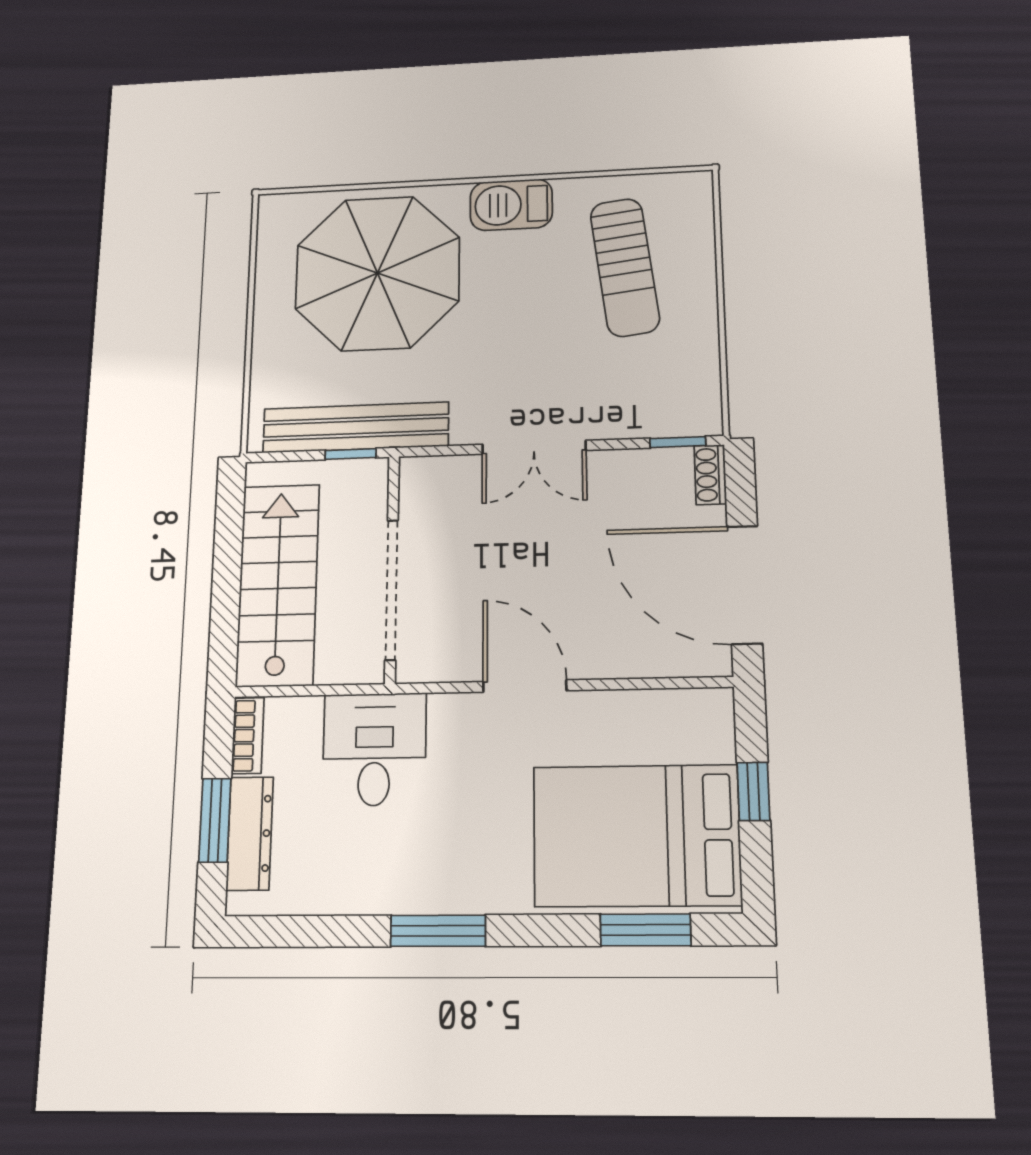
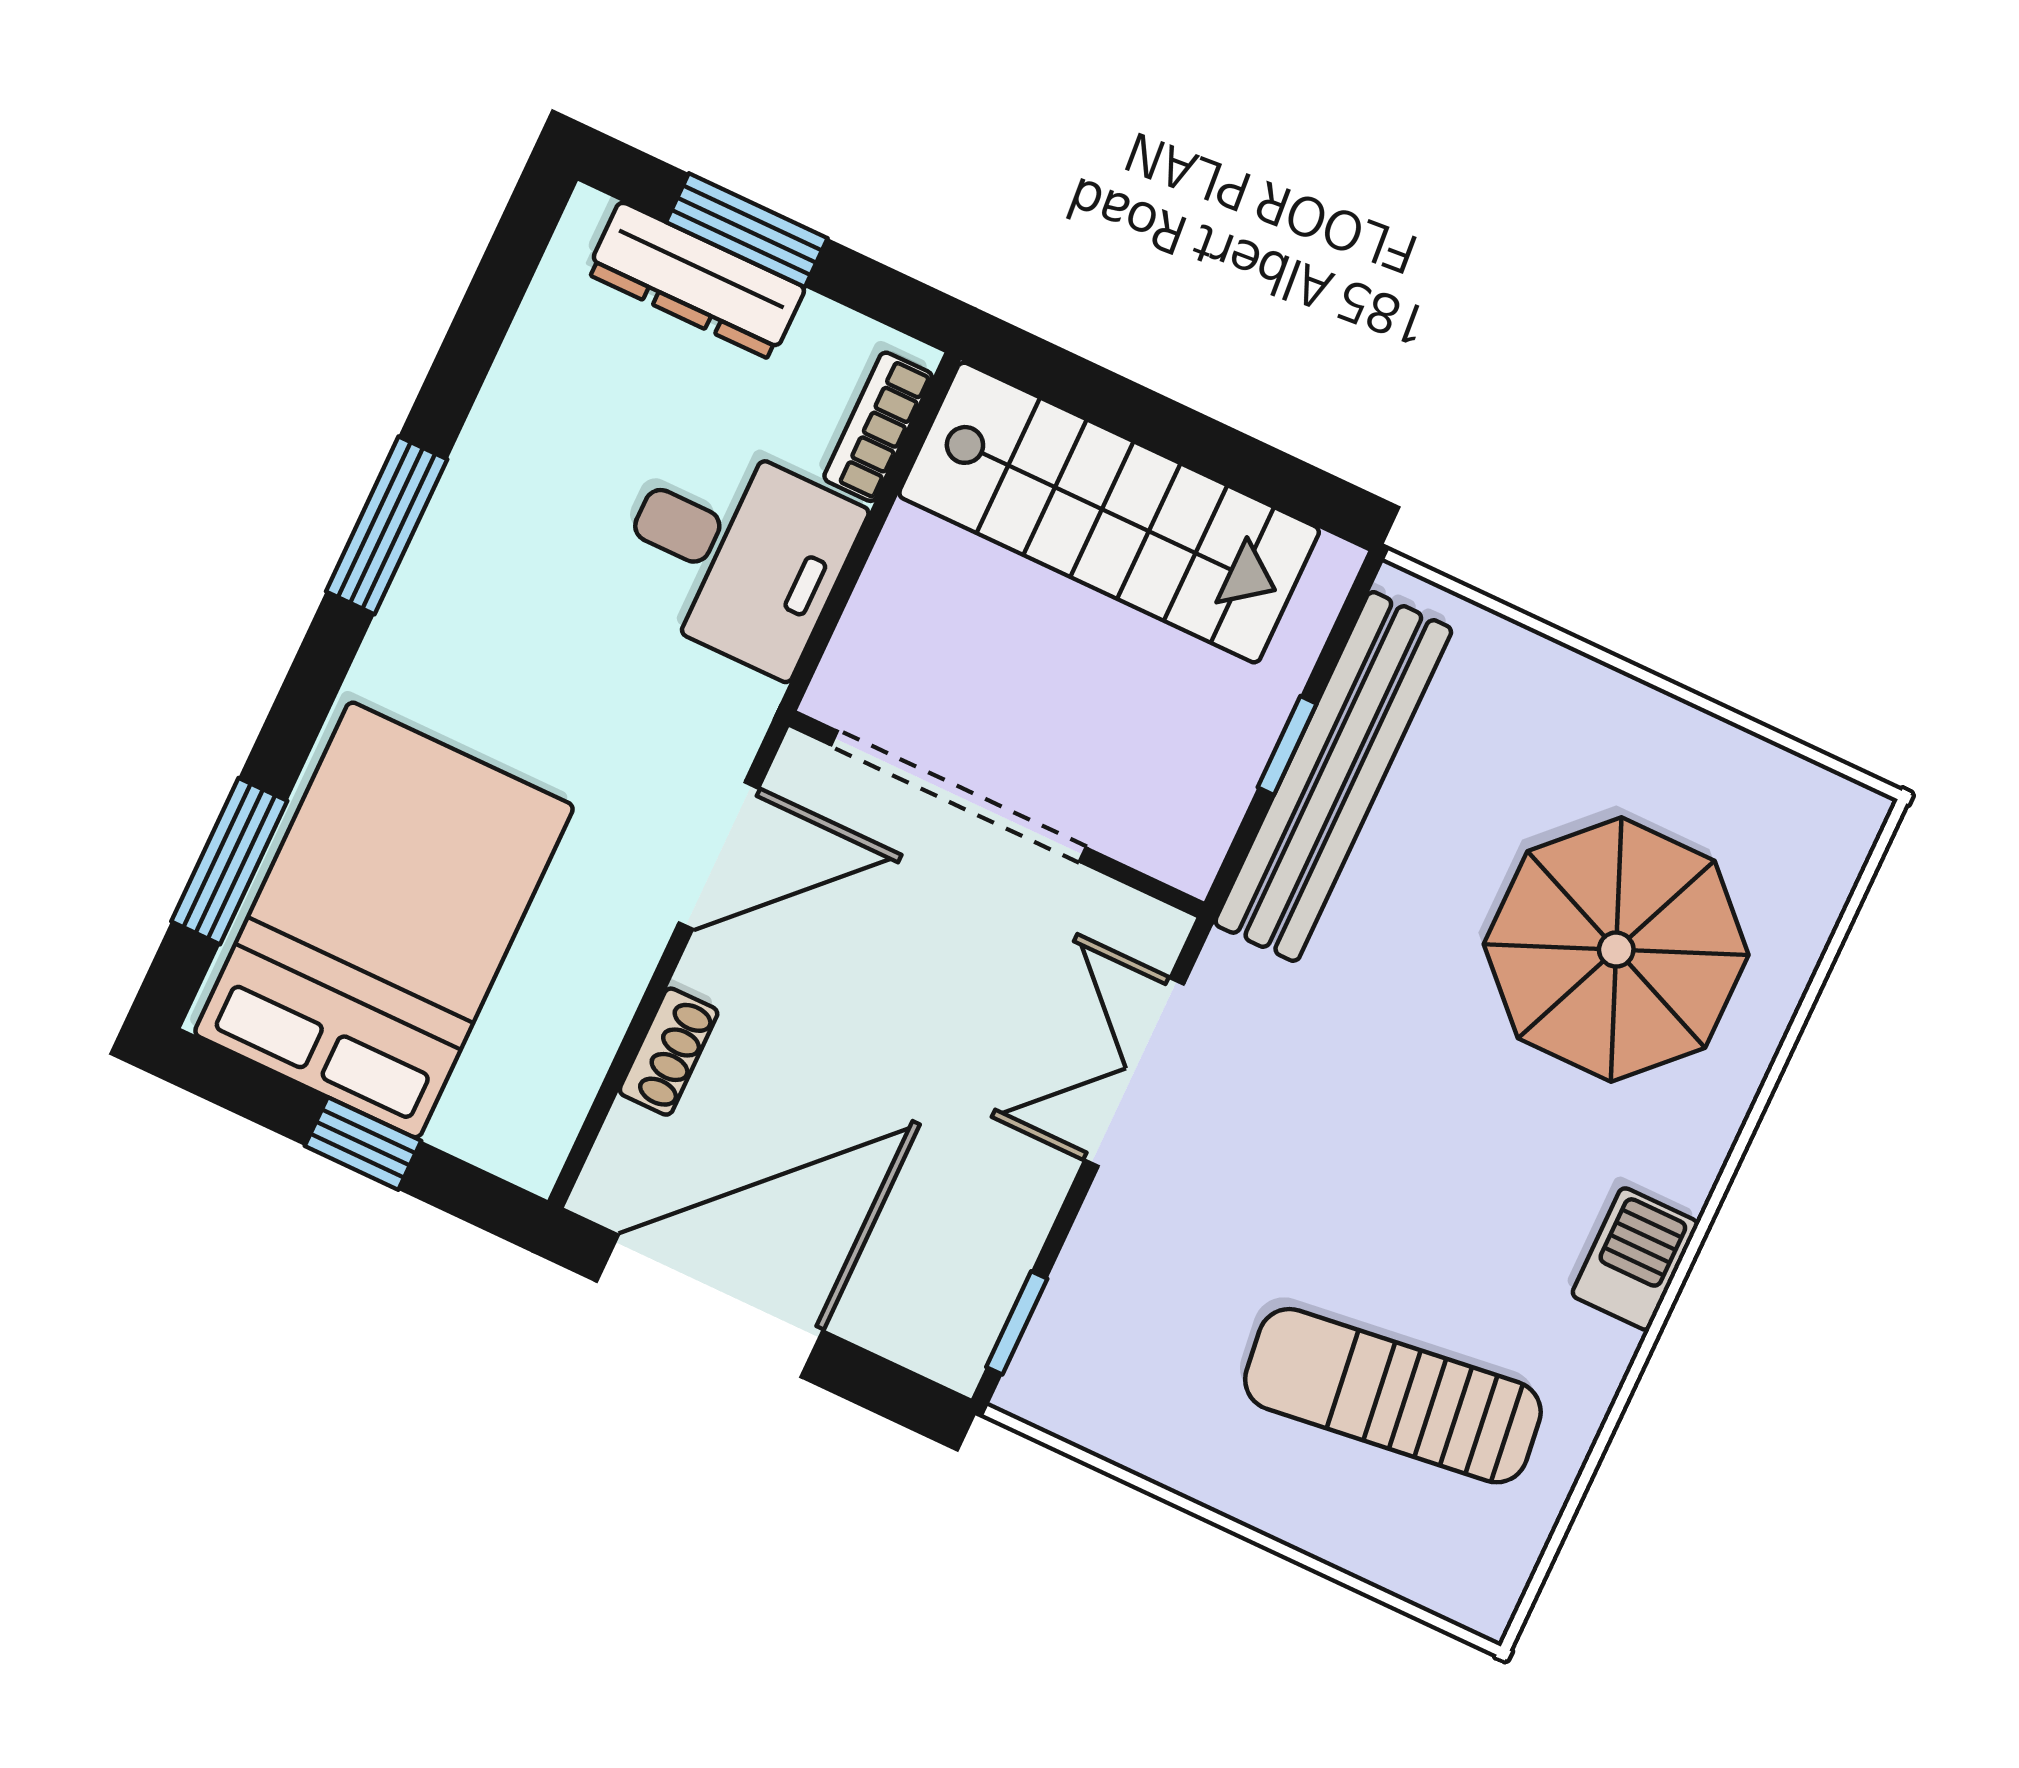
barbecue: (511, 205) -> (1635, 1259), width x0.73, depth x0.79
parasol: (377, 273) -> (1616, 950), width x0.73, depth x0.73
shoe rack: (710, 475) -> (669, 1052), moved, turned 90
wall: (392, 568) -> (997, 814), moved
doorway: (392, 590) -> (958, 796), moved
bookcase: (248, 736) -> (878, 427), moved, turned 90

